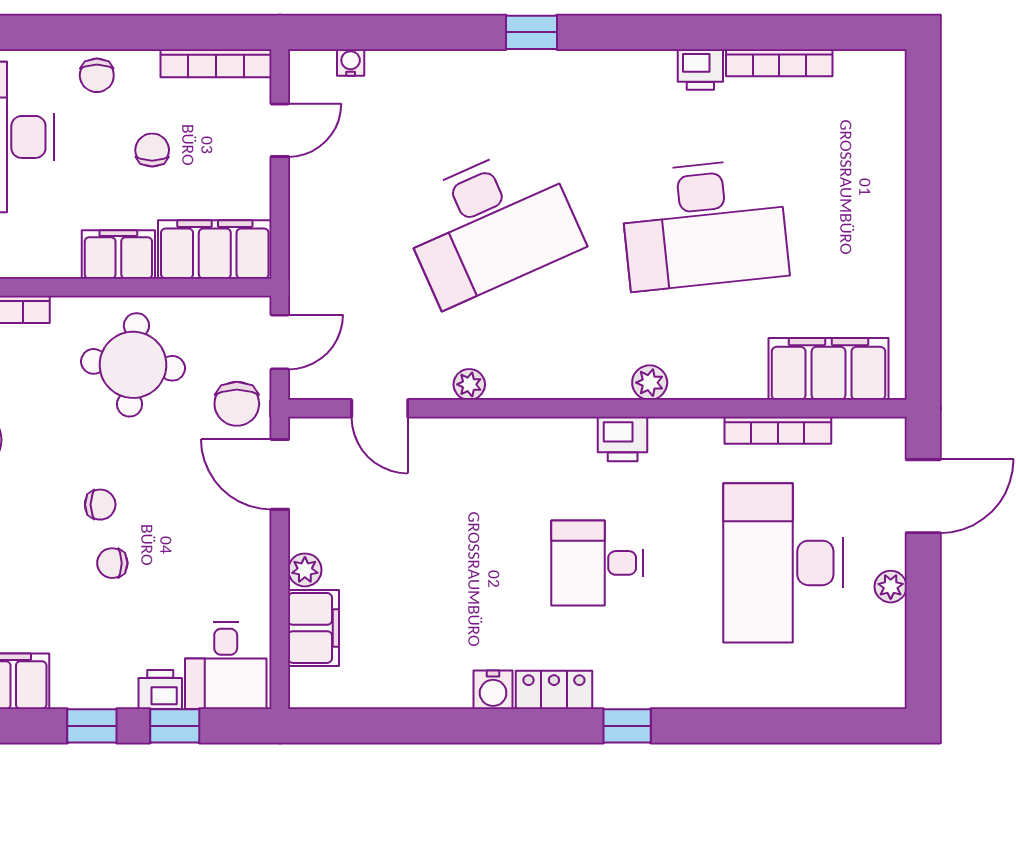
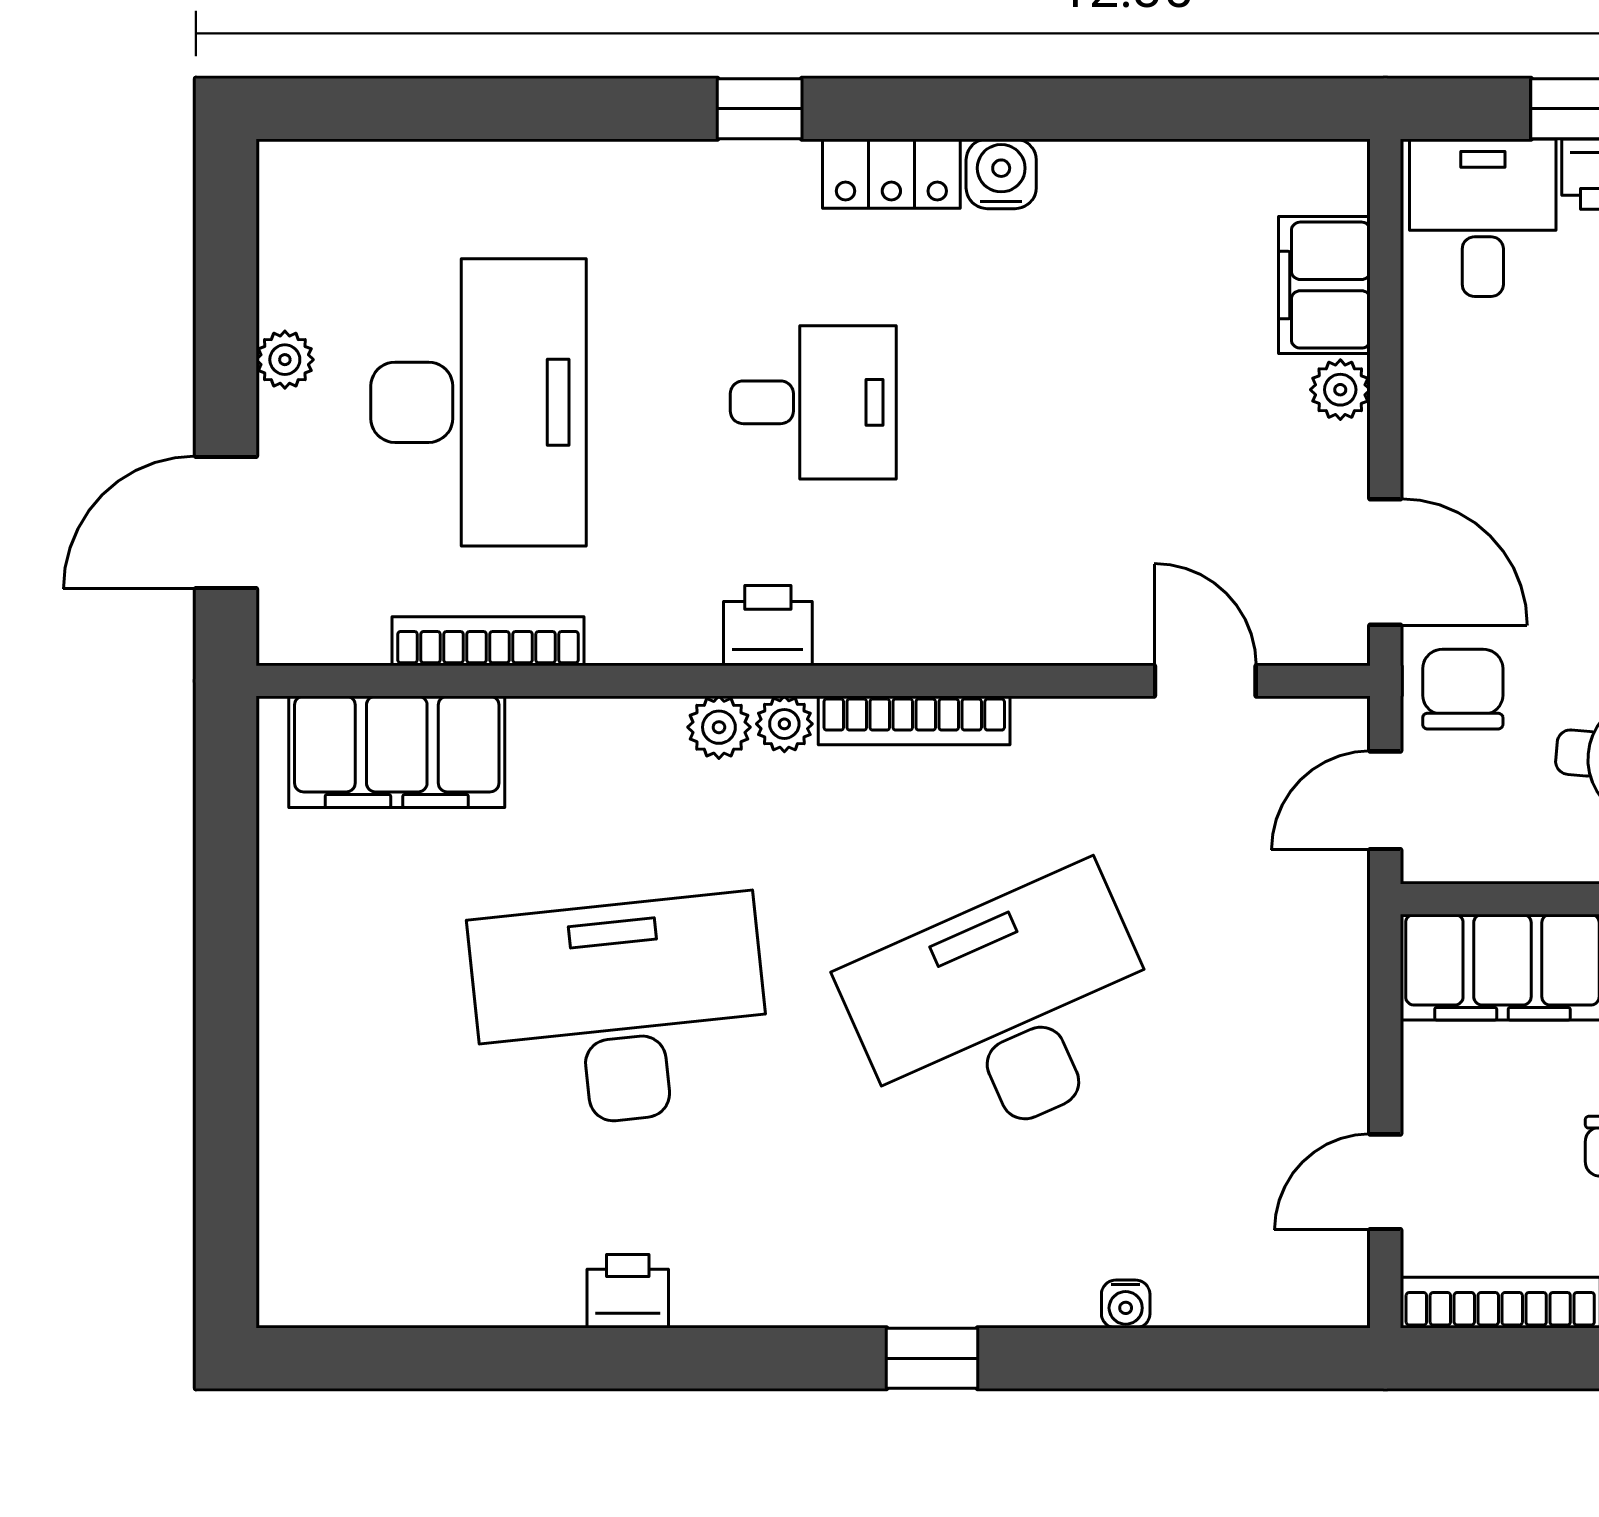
water cooler: (351, 62) -> (1126, 1304), moved
bookcase: (779, 63) -> (914, 720), moved, turned 180
plant: (469, 384) -> (784, 724), moved

